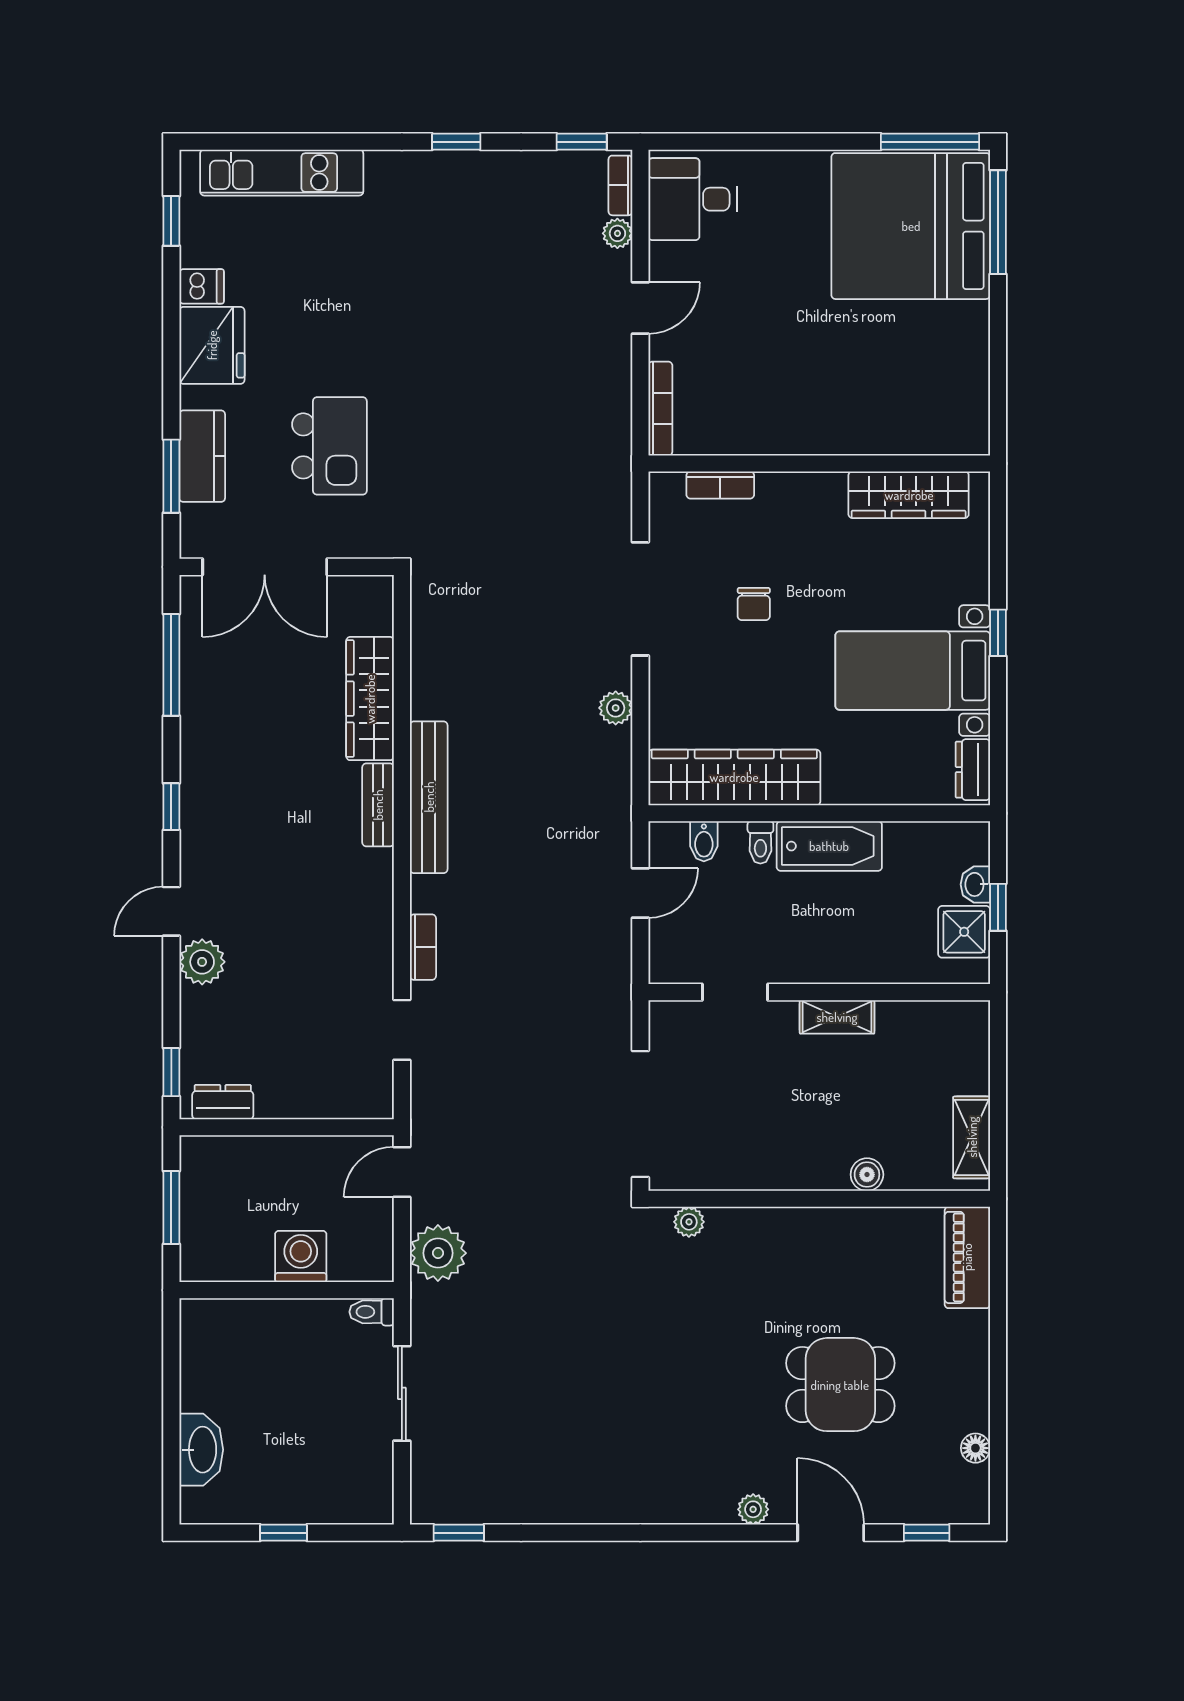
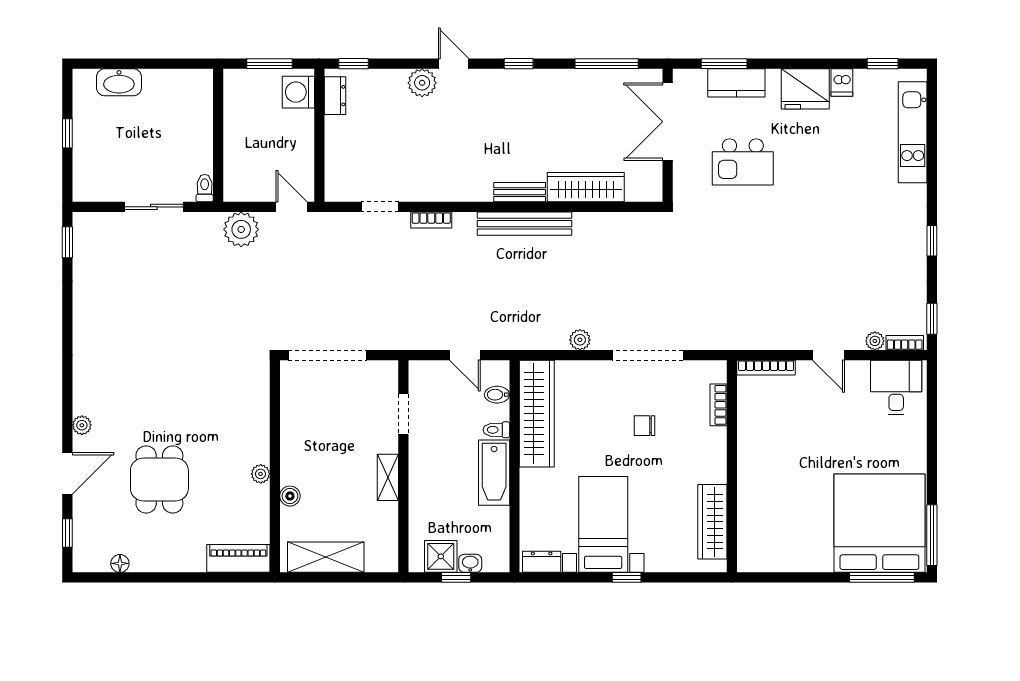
shelving: (972, 1137) -> (326, 557), width x1.50, depth x1.33
plant: (689, 1222) -> (261, 474), moved
washing machine: (301, 1256) -> (298, 92), moved, turned 180

